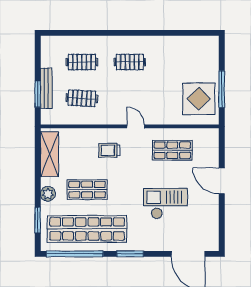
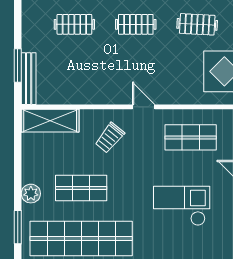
bench: (46, 88) -> (29, 79), moved
clothes rail: (82, 98) -> (197, 24), moved
trolley: (109, 150) -> (110, 138), turned -51
shelving: (49, 154) -> (50, 121), moved, turned 90

